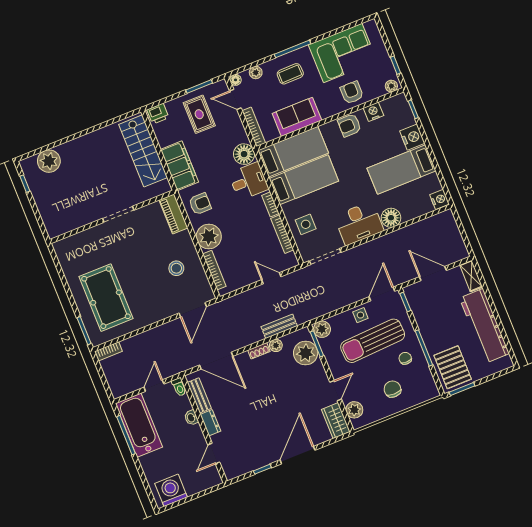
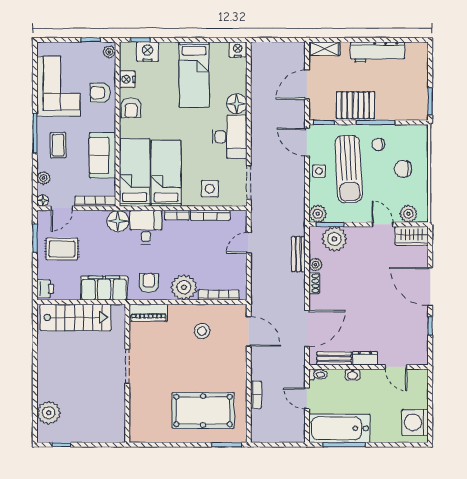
nightstand: (412, 137) -> (147, 52), moved
workbench: (484, 326) -> (378, 52), width x0.73, depth x0.76
bookcase: (108, 351) -> (256, 395), moved
pallet: (453, 367) -> (356, 105), moved

